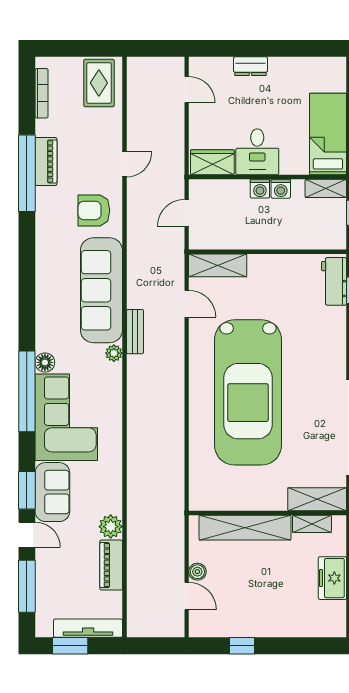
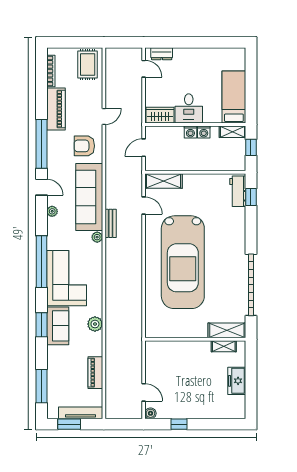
dresser: (250, 66) -> (162, 54), moved
piano: (46, 161) -> (56, 109), width x1.37, depth x1.33
window: (27, 173) -> (42, 144), moved
plant: (44, 313) -> (52, 211), added
floor lamp: (45, 362) -> (53, 243), removed
plant: (111, 527) -> (95, 324), moved
shelving: (245, 528) -> (181, 349), removed
door: (27, 535) -> (42, 187), moved
boiler: (197, 572) -> (150, 413), moved

